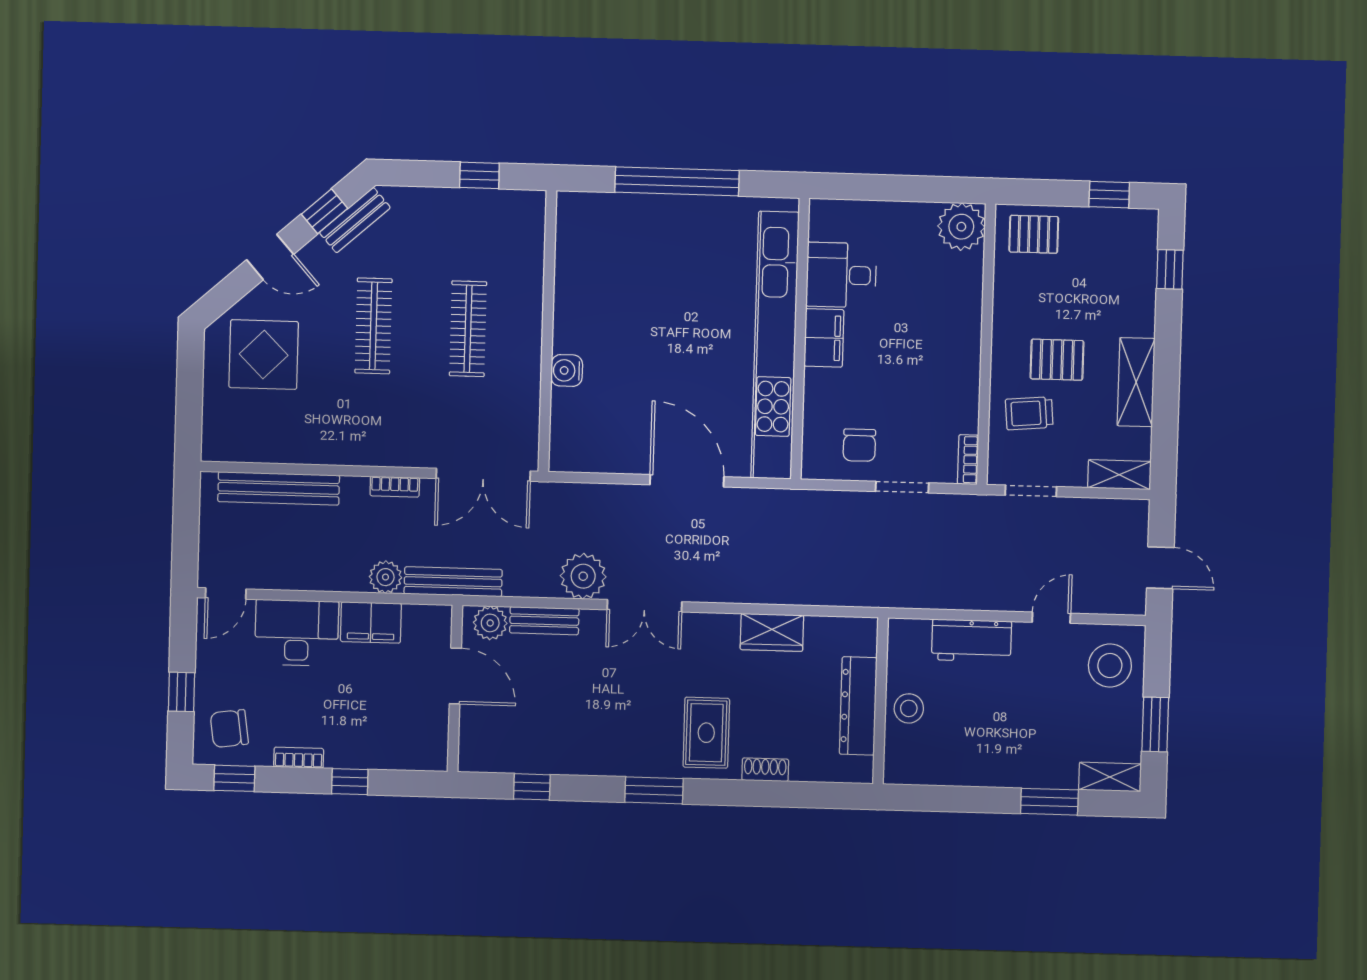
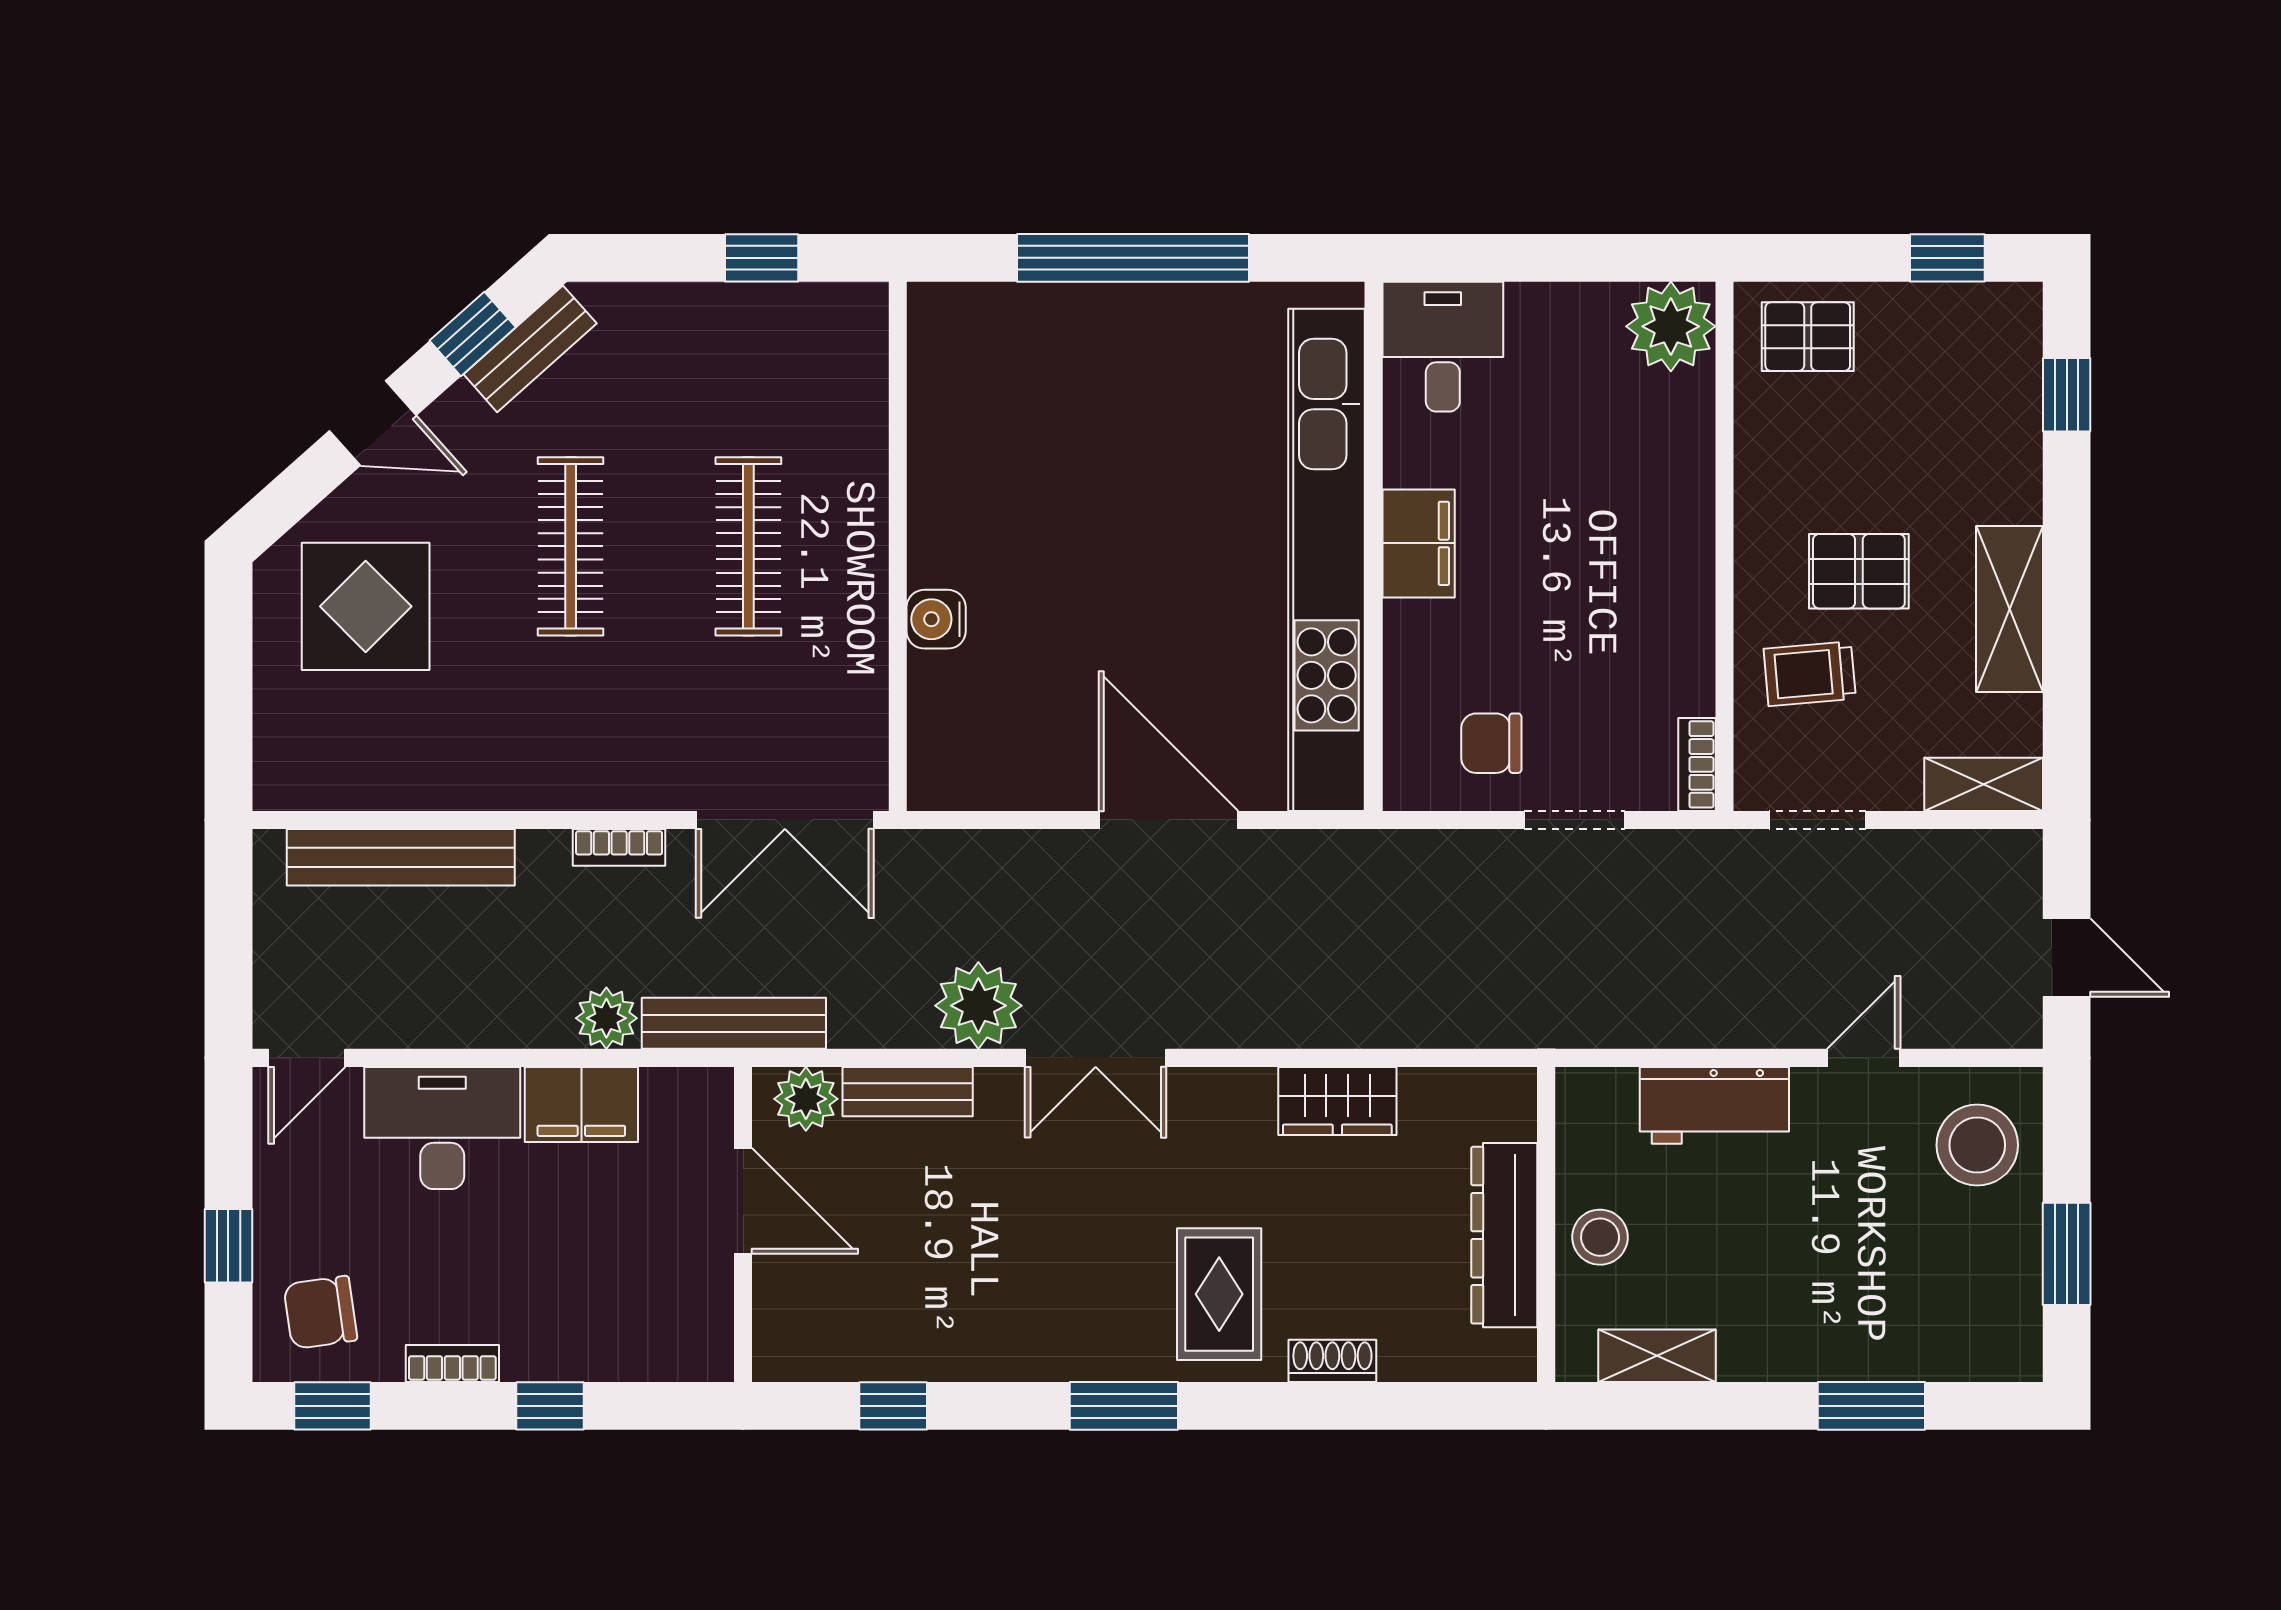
desk: (841, 275) -> (1443, 347), moved, turned 90
chair: (859, 445) -> (1491, 743), turned 90
shelving: (1110, 777) -> (1657, 1356), moved

